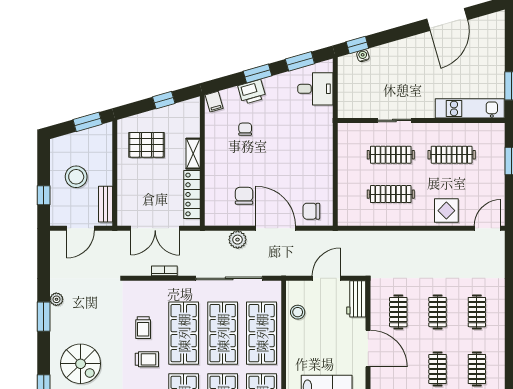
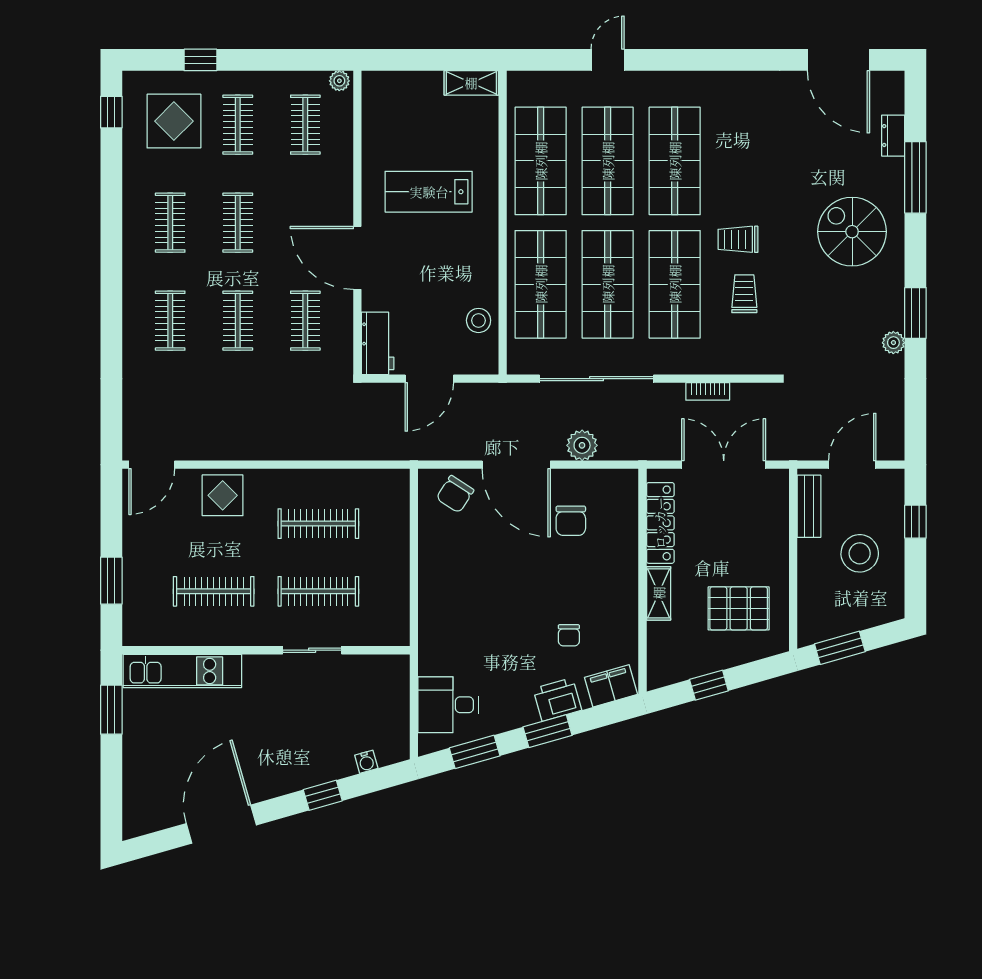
window: (357, 45) -> (323, 795), moved
filing cabinet: (214, 102) -> (611, 686), width x2.00
chair: (311, 211) -> (455, 494), turned 123

